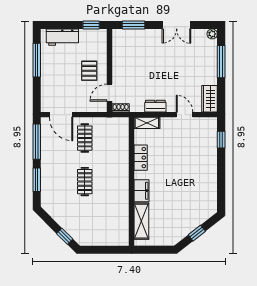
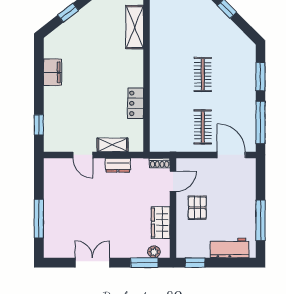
plant: (212, 34) -> (154, 252), moved
wardrobe: (210, 99) -> (161, 223), moved, turned 180
shelving: (147, 123) -> (113, 145), moved
filing cabinet: (142, 191) -> (52, 72), moved, turned 180

